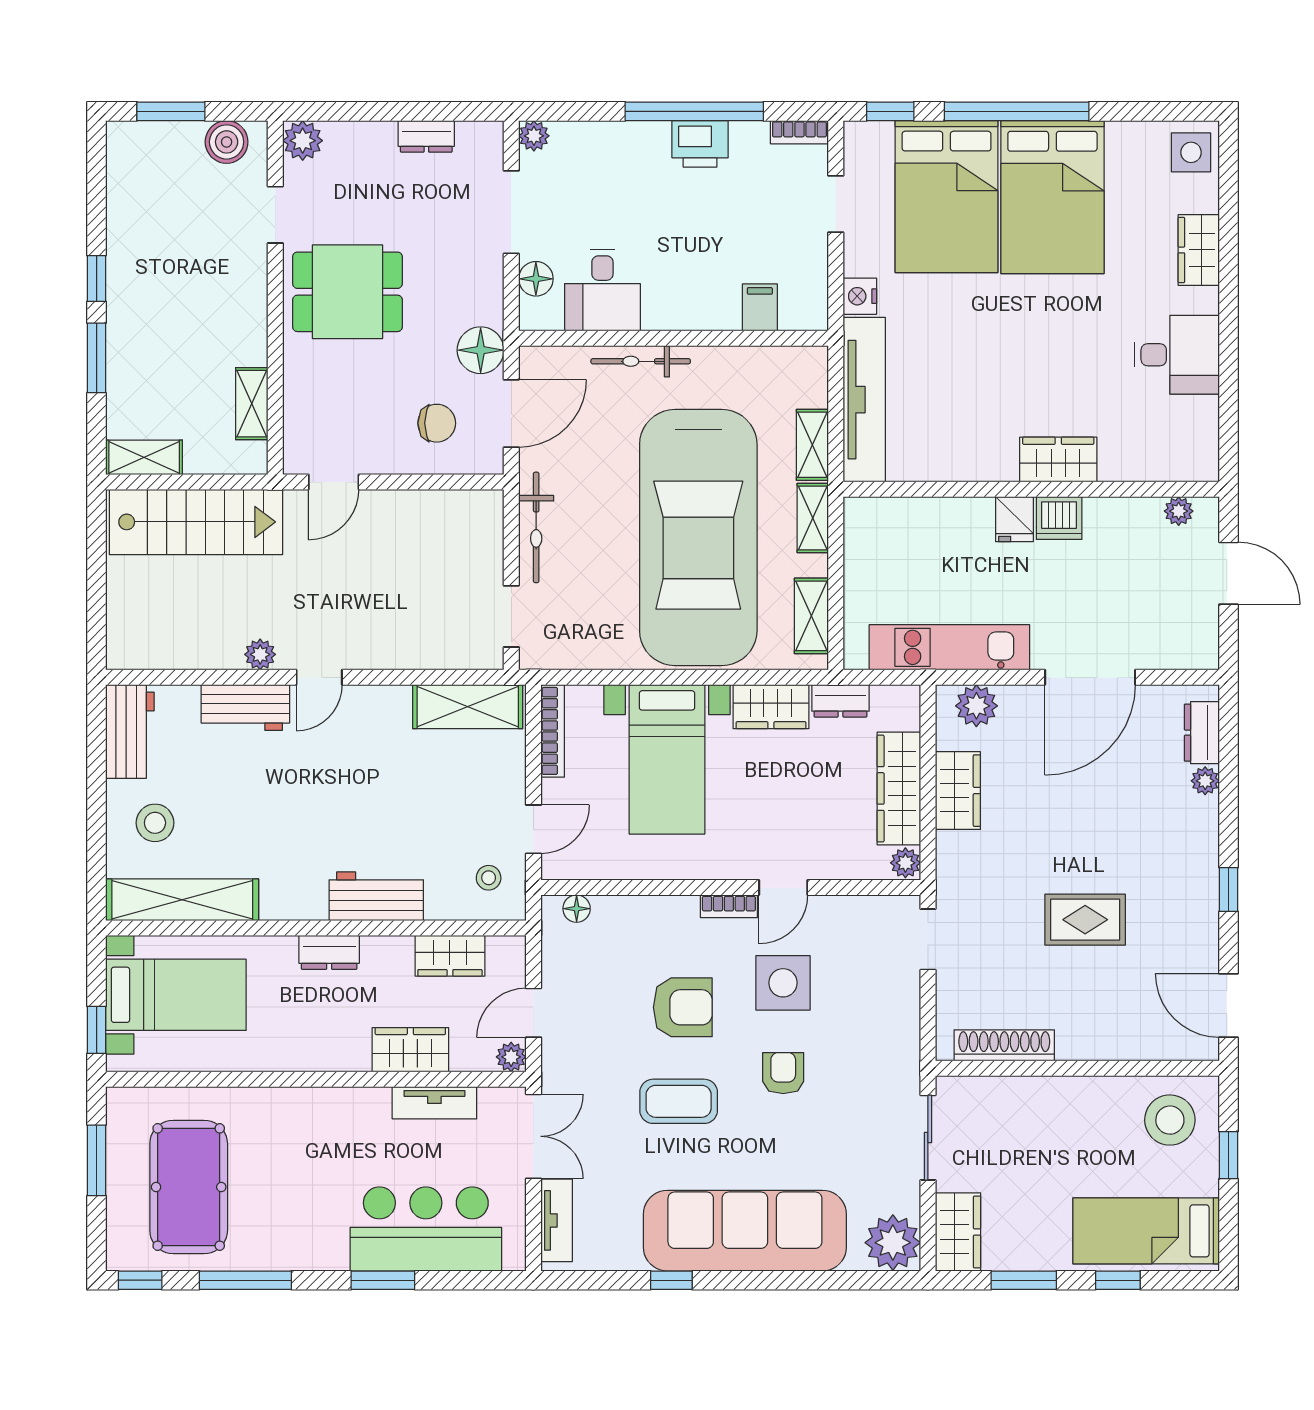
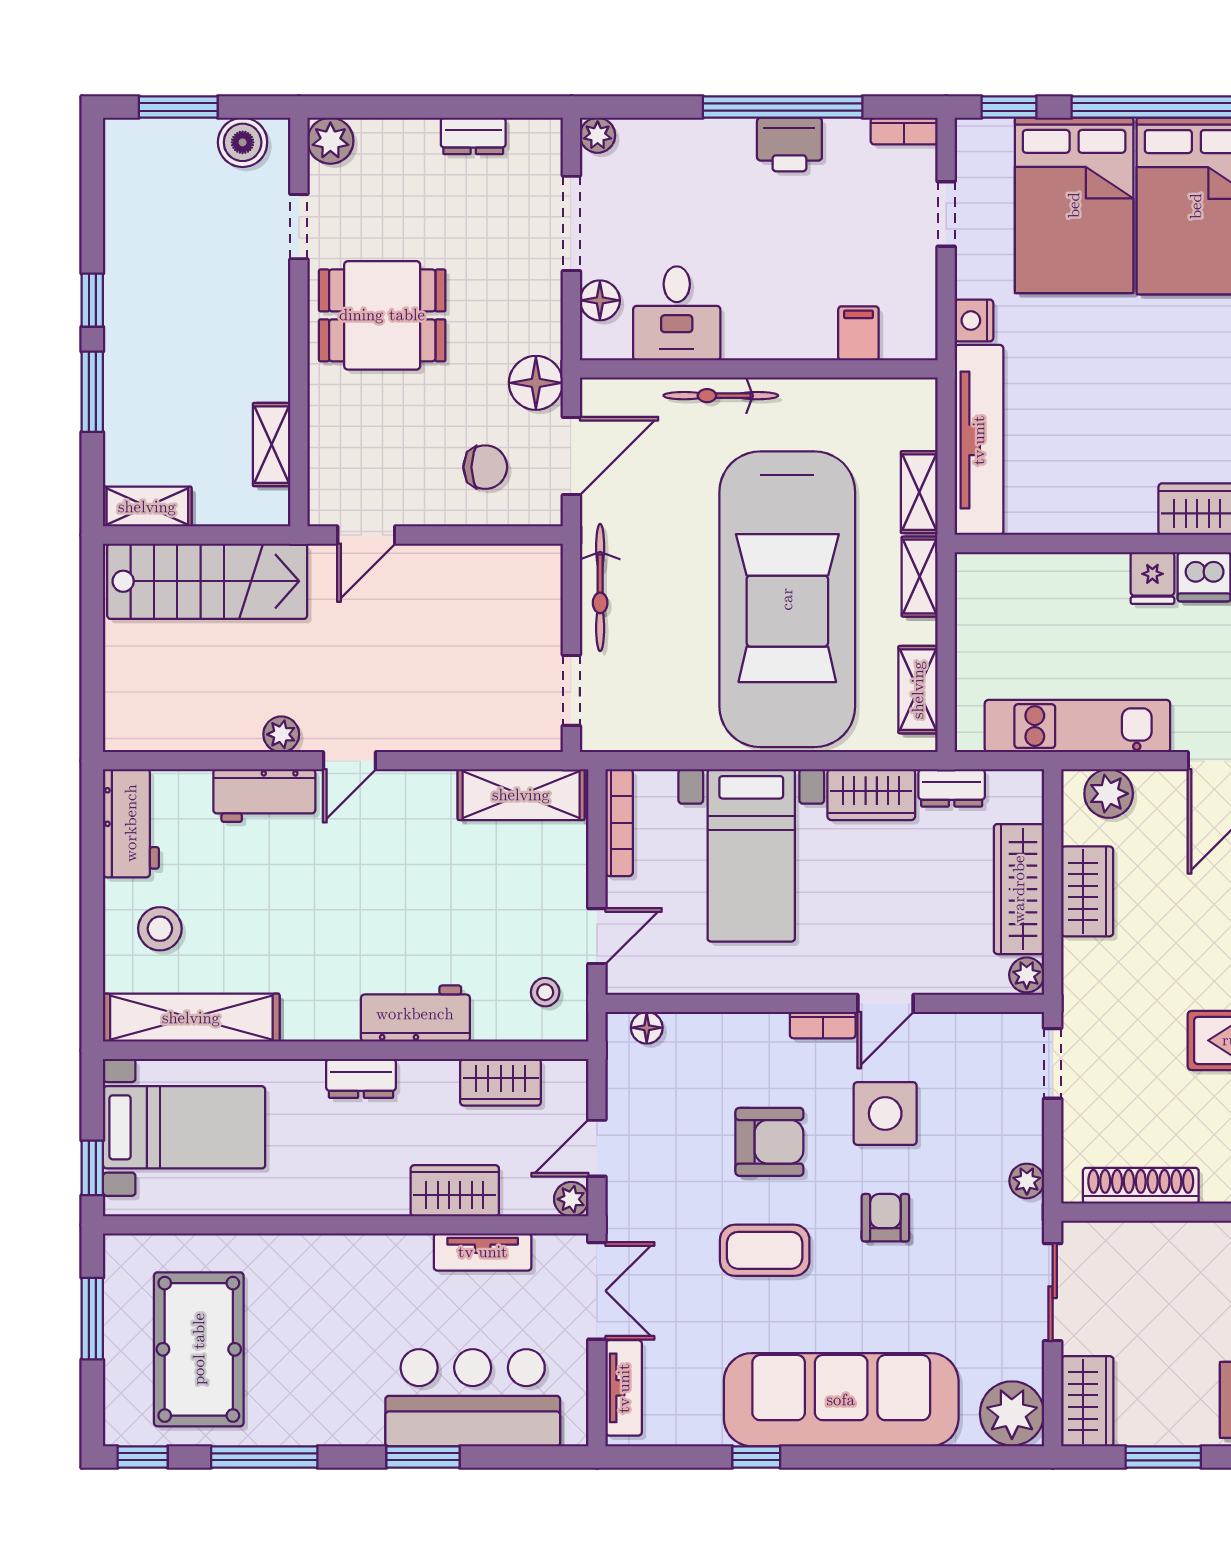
plant: (906, 1041) -> (1027, 1181), added

